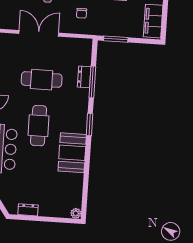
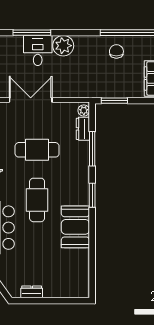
chair: (82, 13) -> (76, 75), removed
dresser: (84, 77) -> (83, 129), moved
plant: (76, 213) -> (84, 110), moved

